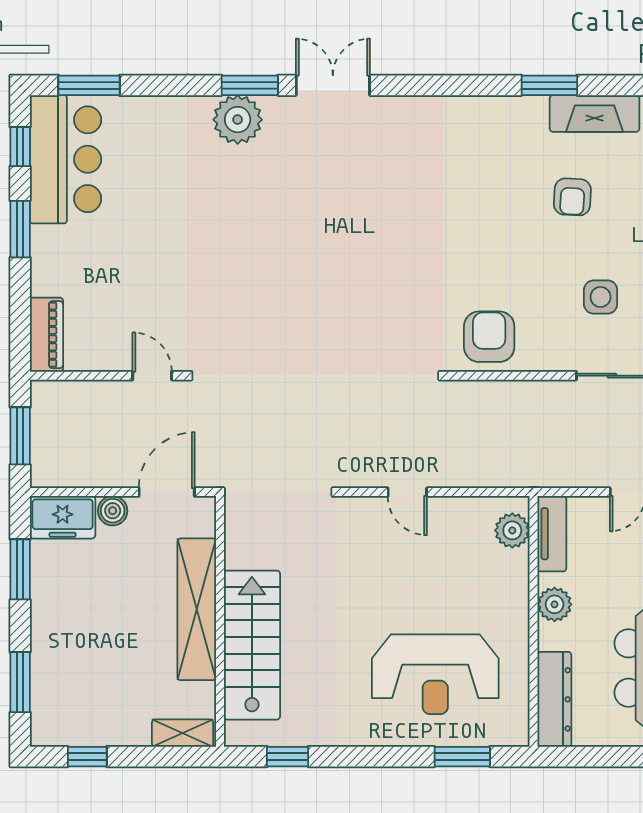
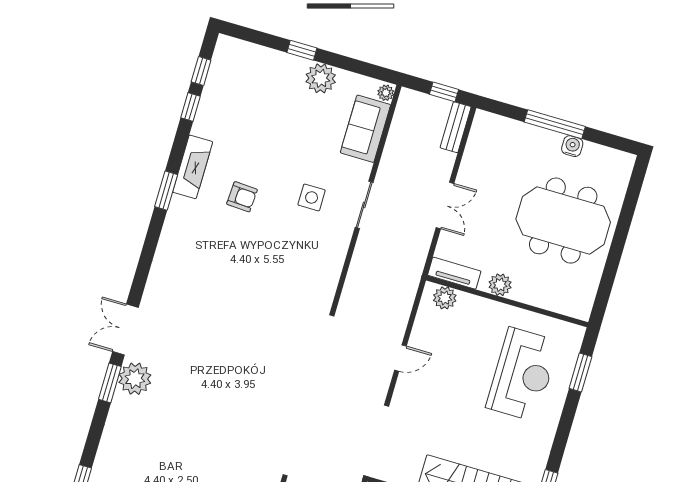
plant: (238, 120) -> (135, 379), moved
armchair: (489, 337) -> (316, 276), removed
dresser: (554, 699) -> (561, 303), removed

